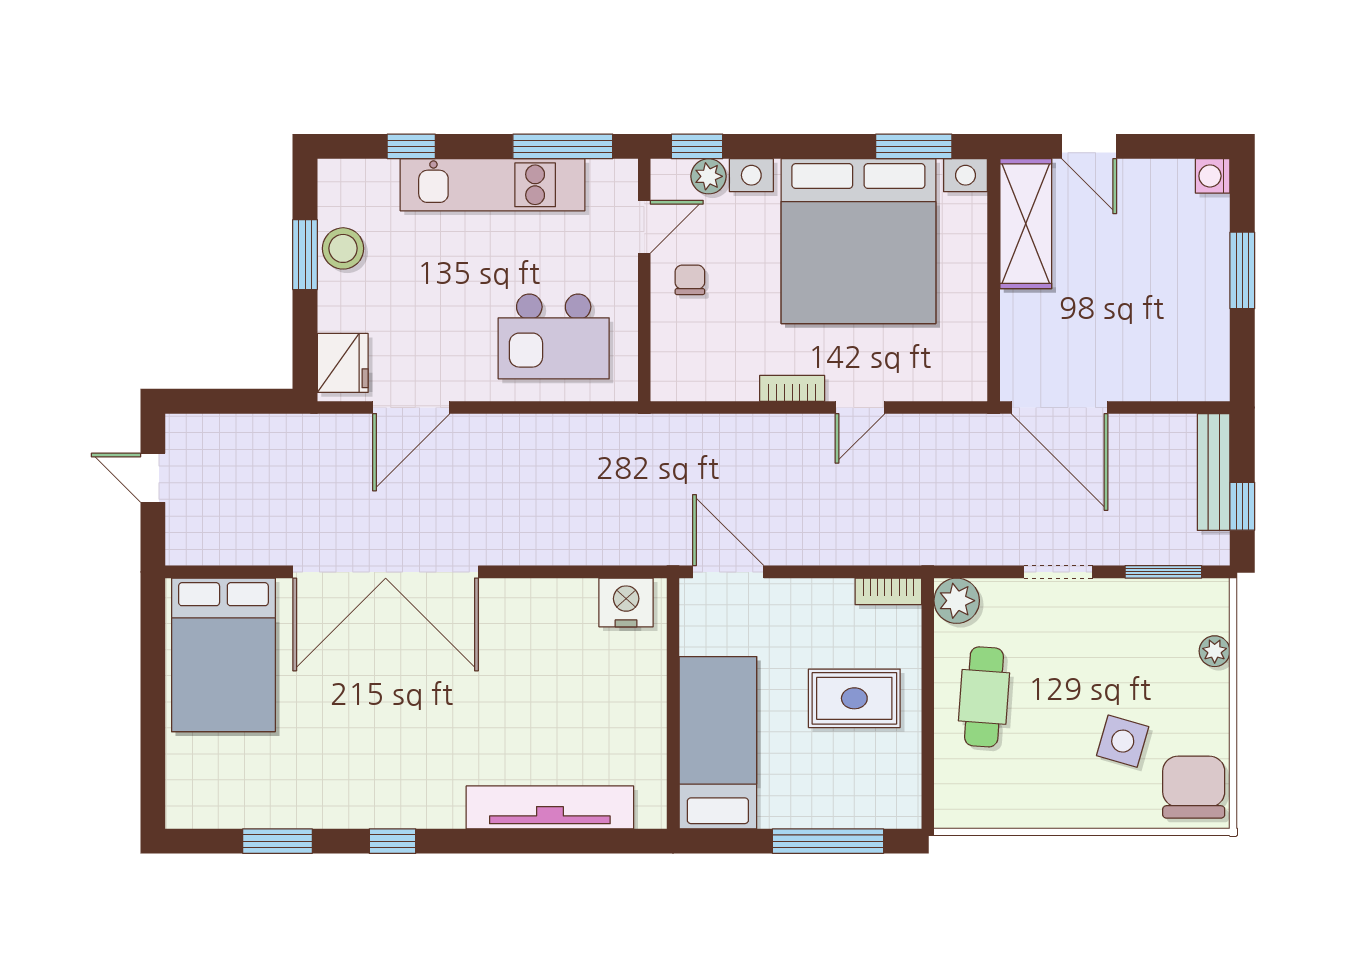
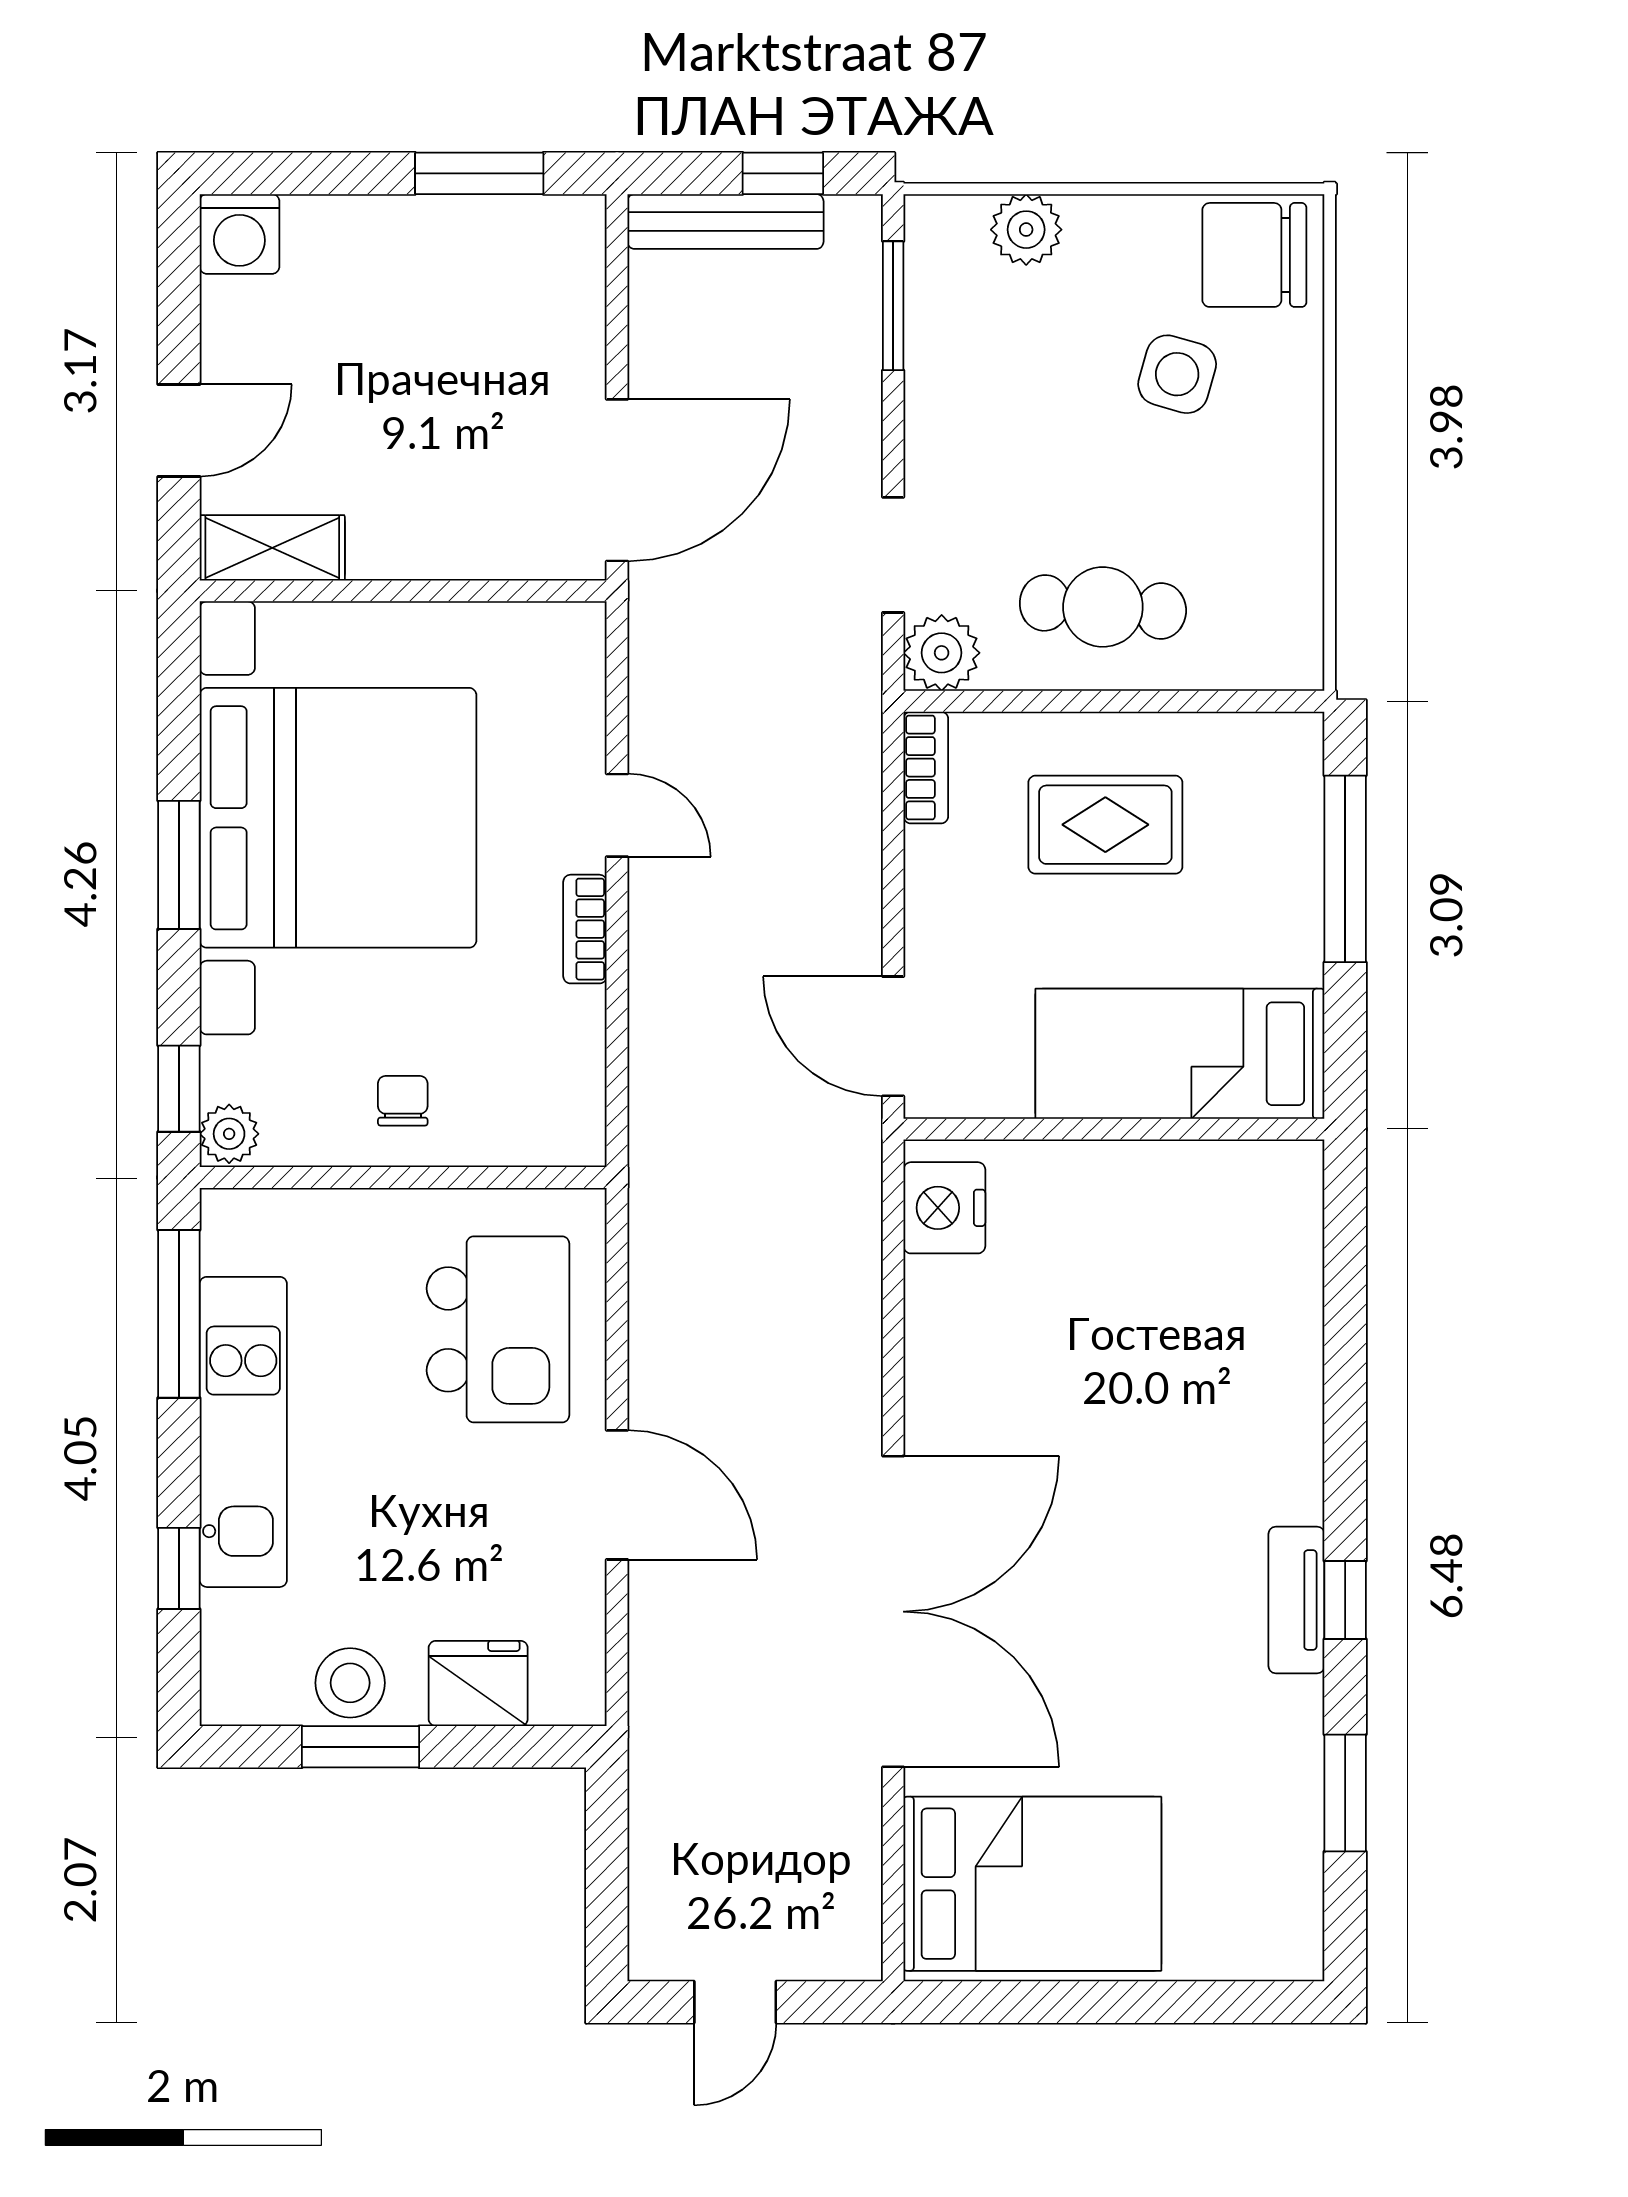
window: (914, 146) -> (179, 865), moved
plant: (709, 176) -> (229, 1134), moved
washing machine: (1213, 176) -> (239, 234), width x1.38, depth x1.38
shelving: (1026, 224) -> (272, 548), width x0.67, depth x0.75
door: (644, 227) -> (314, 1177), removed
window: (1242, 270) -> (479, 173), moved
chair: (690, 280) -> (403, 1101), turned 90
fridge: (343, 363) -> (478, 1683), moved
door: (411, 407) -> (617, 1495), moved
door: (728, 572) -> (893, 1036), hinge flipped
doorway: (1058, 572) -> (893, 555), moved
plant: (1215, 651) -> (1026, 230), width x1.38, depth x1.38
rug: (854, 698) -> (1105, 825), turned 90
tv unit: (550, 807) -> (1296, 1600), moved, width x0.52, depth x0.78

